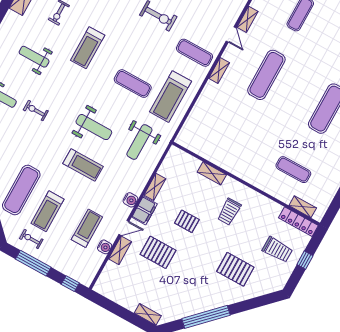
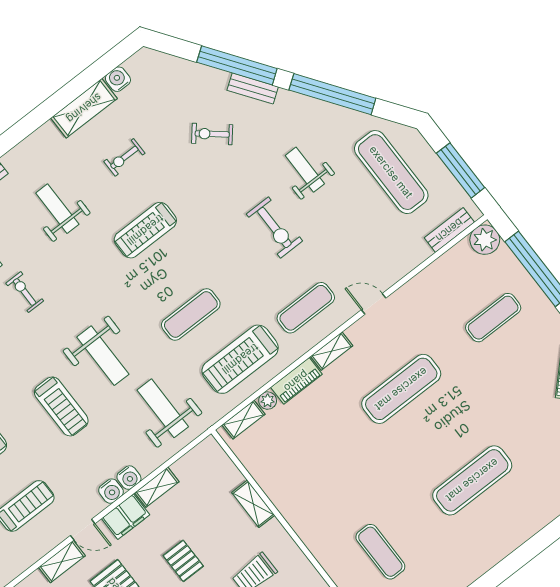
shelving: (247, 19) -> (243, 420), moved
door: (231, 34) -> (374, 304), swing flipped
exercise mat: (195, 53) -> (306, 308), turned 90
exercise mat: (133, 84) -> (191, 314), turned 90
piano: (207, 95) -> (296, 381), added
plant: (195, 113) -> (268, 401), added
weight bench: (139, 142) -> (163, 408), turned 90
water cooler: (105, 247) -> (129, 478), moved

